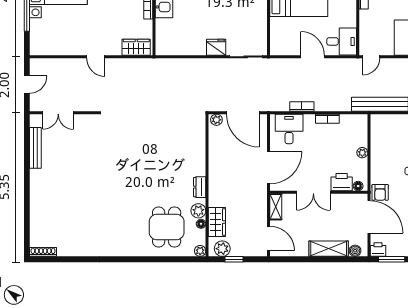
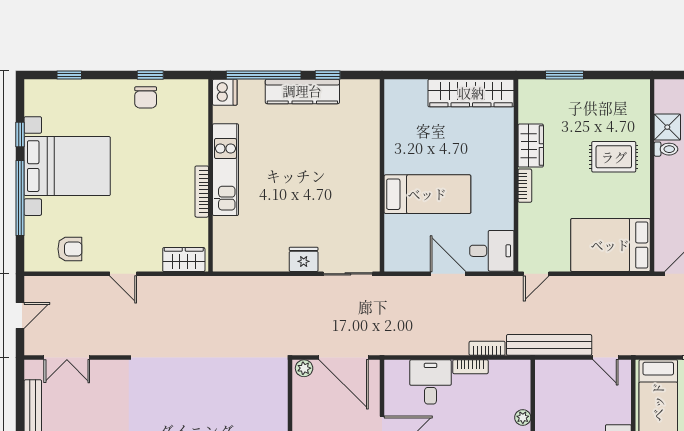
armchair: (60, 40) -> (70, 249), added
bookcase: (302, 106) -> (487, 348), moved
desk: (289, 129) -> (430, 382), moved

